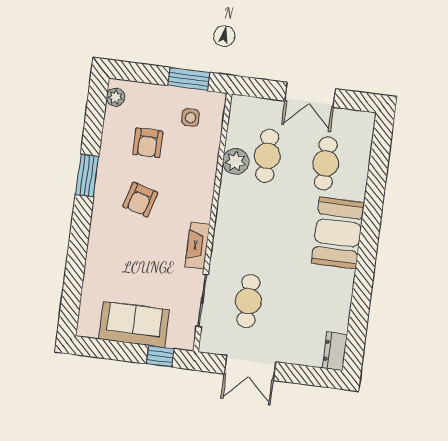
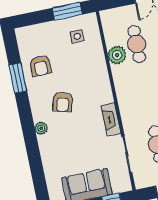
plant: (116, 97) -> (41, 128), moved
armchair: (148, 143) -> (40, 66), moved
window: (87, 175) -> (18, 78), moved

